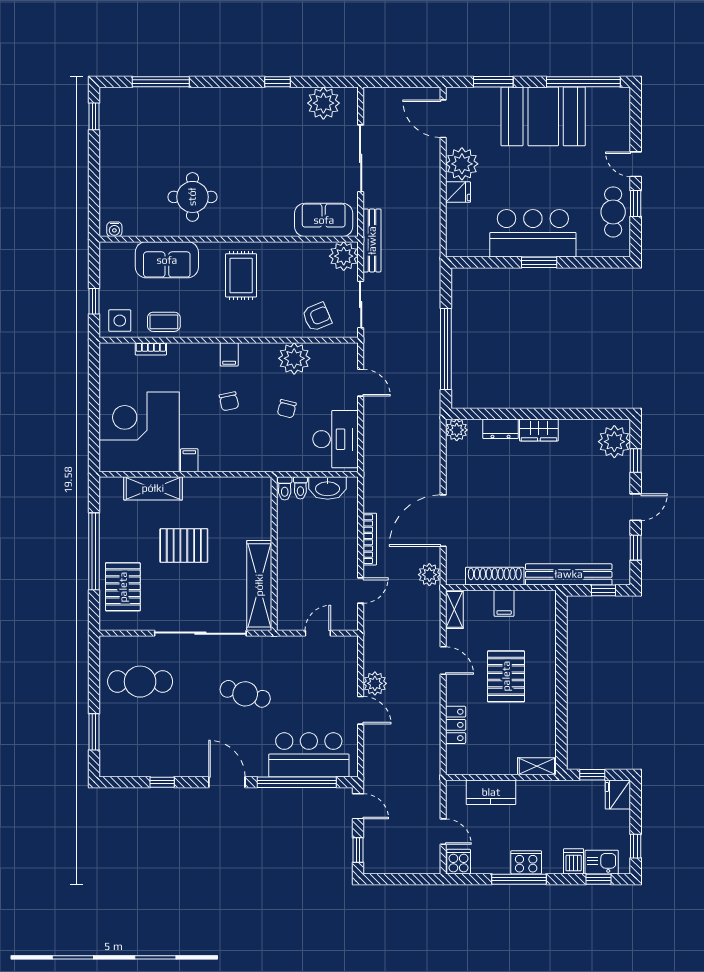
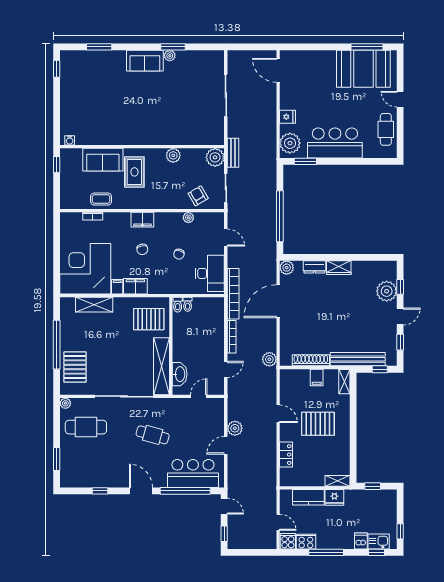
window: (161, 82) -> (99, 47), width x0.69
window: (277, 82) -> (173, 47), width x1.50
window: (493, 82) -> (310, 47), removed
window: (583, 82) -> (367, 47), width x0.68
plant: (323, 103) -> (170, 56), moved, width x0.53, depth x0.53
booth: (543, 116) -> (363, 69), moved
plant: (462, 164) -> (290, 143), moved
round table: (192, 197) -> (119, 120), removed
window: (636, 204) -> (400, 124), removed
sofa: (324, 220) -> (145, 61), moved, turned 180
bench: (372, 240) -> (233, 153), width x0.73
plant: (278, 253) -> (173, 155), added
window: (539, 262) -> (305, 161), moved
rug: (241, 275) -> (134, 172), moved
window: (94, 301) -> (57, 165), moved
armchair: (317, 317) -> (198, 196), turned -98
side table: (120, 321) -> (73, 198), removed
filing cabinet: (229, 354) -> (142, 220), width x2.00
plant: (294, 358) -> (188, 218), width x0.53, depth x0.53
plant: (614, 442) -> (387, 291), moved
filing cabinet: (218, 459) -> (135, 286), added
bookcase: (372, 471) -> (233, 294), added
washbasin: (328, 488) -> (180, 374), moved, turned -90
door: (443, 521) -> (278, 301), moved
pallet: (184, 545) -> (149, 319), moved
shelving: (454, 609) -> (344, 382), moved
plant: (108, 644) -> (65, 403), added
pallet: (506, 676) -> (318, 424), turned 90
door: (361, 710) -> (226, 445), swing flipped
fridge: (618, 795) -> (334, 497), moved, turned -90
cooker: (526, 862) -> (306, 542), moved

